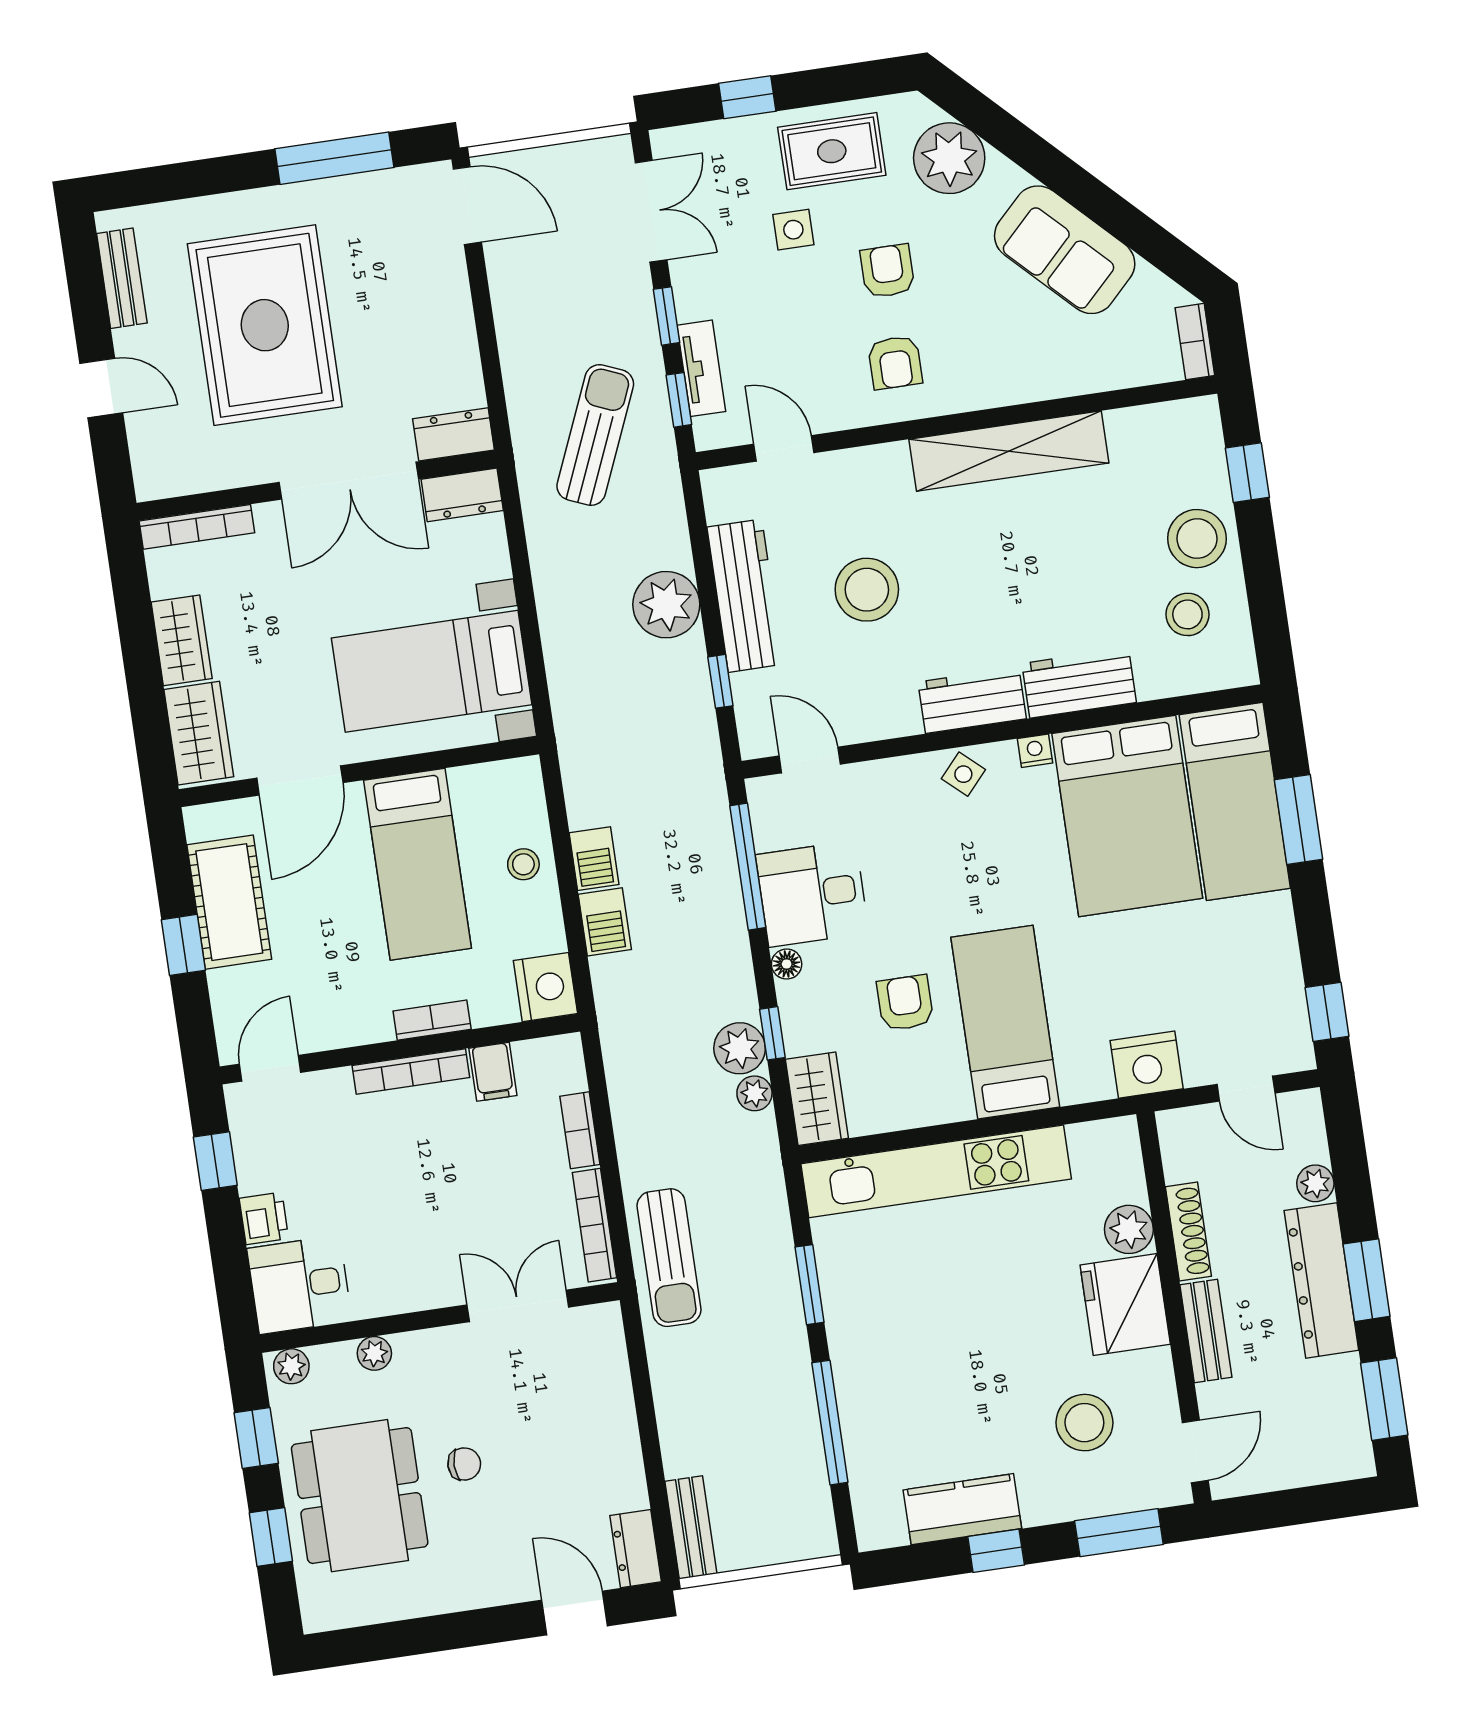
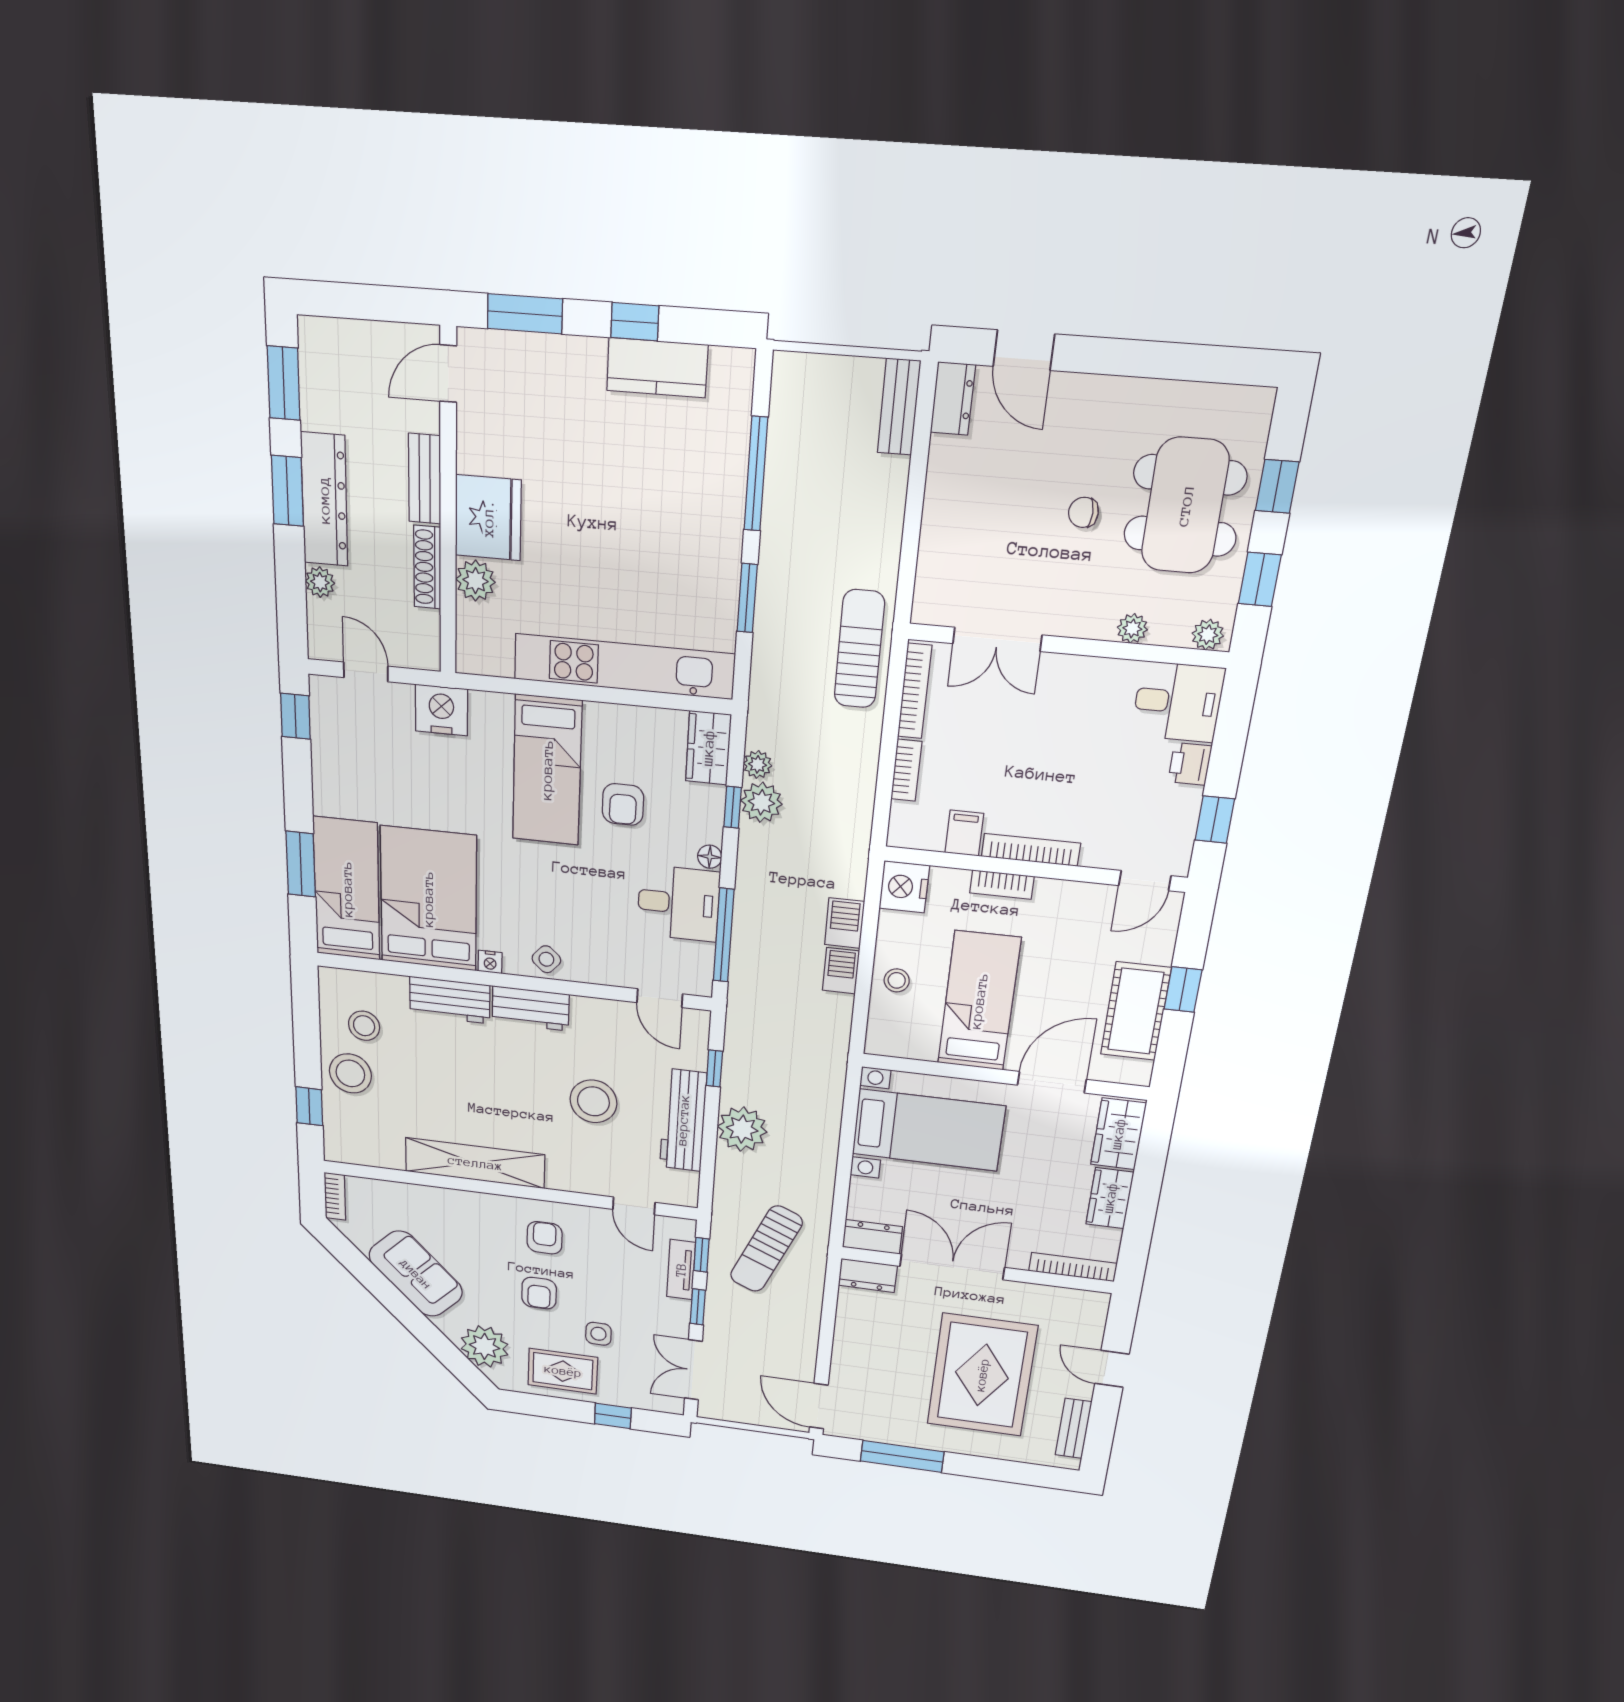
stool: (1084, 1423) -> (538, 422), removed

